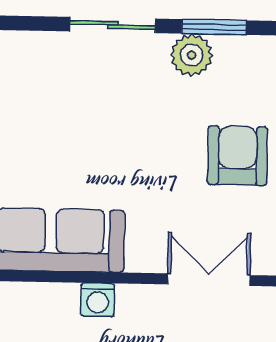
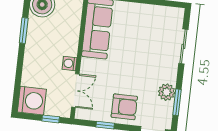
sliding door: (113, 25) -> (183, 46), moved
washing machine: (98, 300) -> (69, 63), moved

